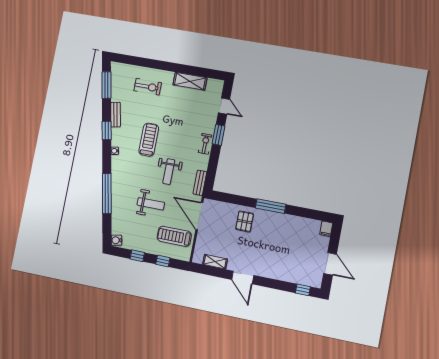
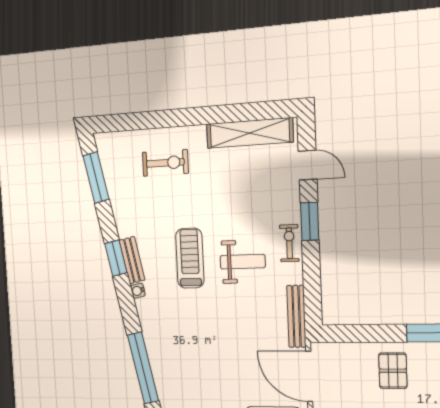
shelving: (190, 81) -> (250, 133), width x1.47
bench: (116, 115) -> (132, 260), moved
weight bench: (169, 172) -> (243, 262), moved, turned -90
bench: (200, 183) -> (296, 316), width x1.36
weight bench: (151, 204) -> (220, 371), removed

